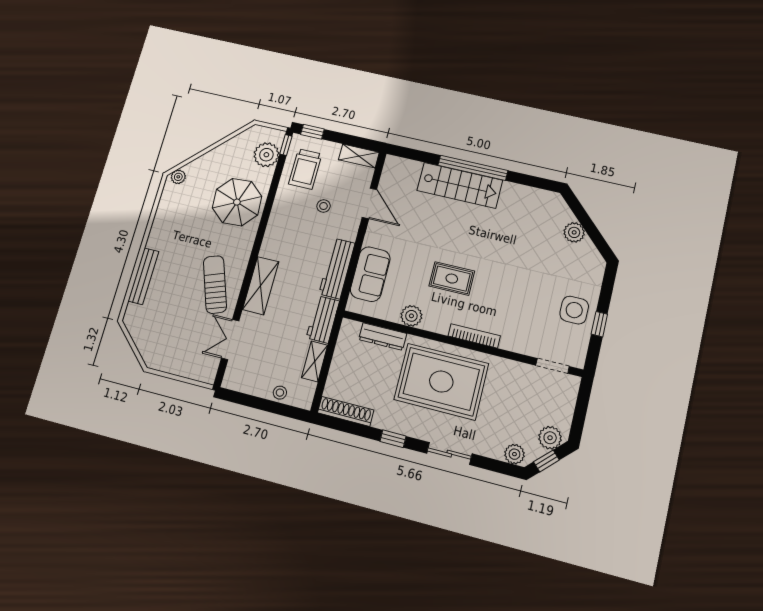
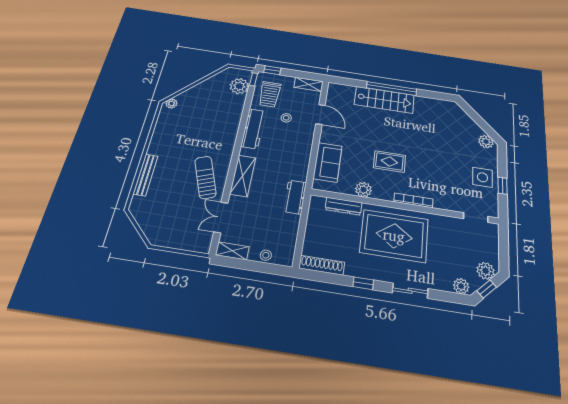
parasol: (237, 202) -> (219, 118), removed
plant: (574, 232) -> (486, 142), moved
workbench: (337, 268) -> (253, 129), moved, turned 180
shelving: (315, 361) -> (232, 251), moved, turned 90

